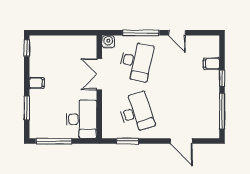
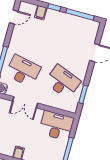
door: (177, 33) -> (14, 17), moved
desk: (136, 113) -> (63, 82), turned 39

